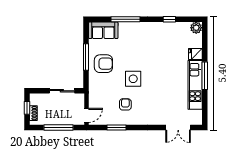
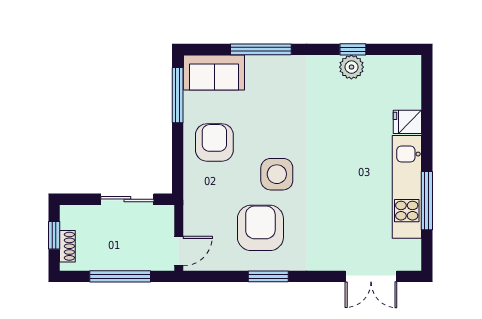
plant: (196, 28) -> (351, 67), moved
window: (86, 57) -> (178, 95), moved
armchair: (103, 64) -> (214, 142), turned -90
window: (205, 76) -> (427, 201), moved
armchair: (125, 104) -> (260, 228), width x1.88, depth x1.88
window: (117, 128) -> (268, 276), moved

